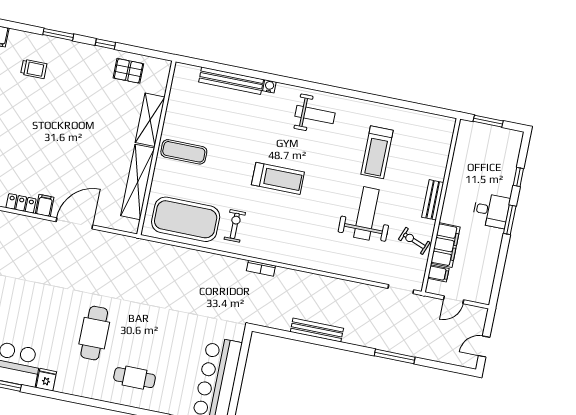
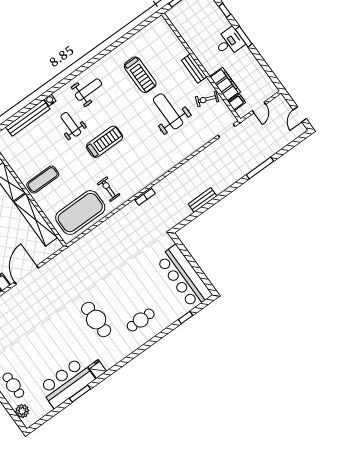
weight bench: (264, 129) -> (71, 124), added
bench: (317, 330) -> (202, 200), width x0.73

